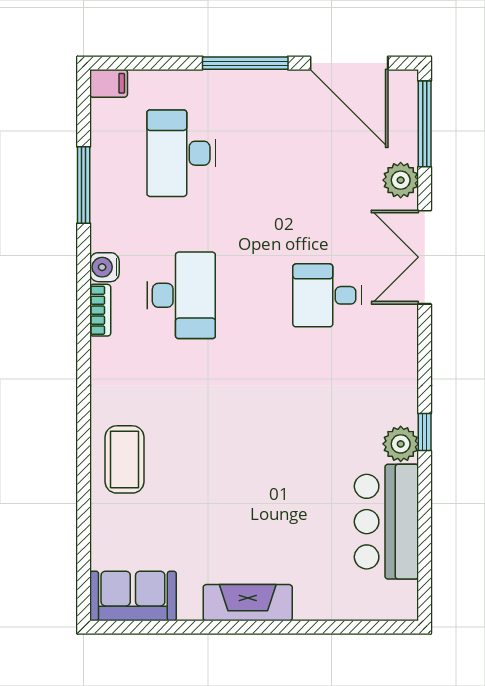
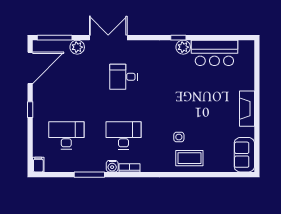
window: (245, 63) -> (30, 110), width x0.46
desk: (181, 153) -> (66, 135), turned 180
window: (84, 185) -> (89, 175), moved
double door: (425, 257) -> (108, 38), swing flipped
desk: (327, 295) -> (123, 77), turned 90
side table: (177, 433) -> (179, 137), added

